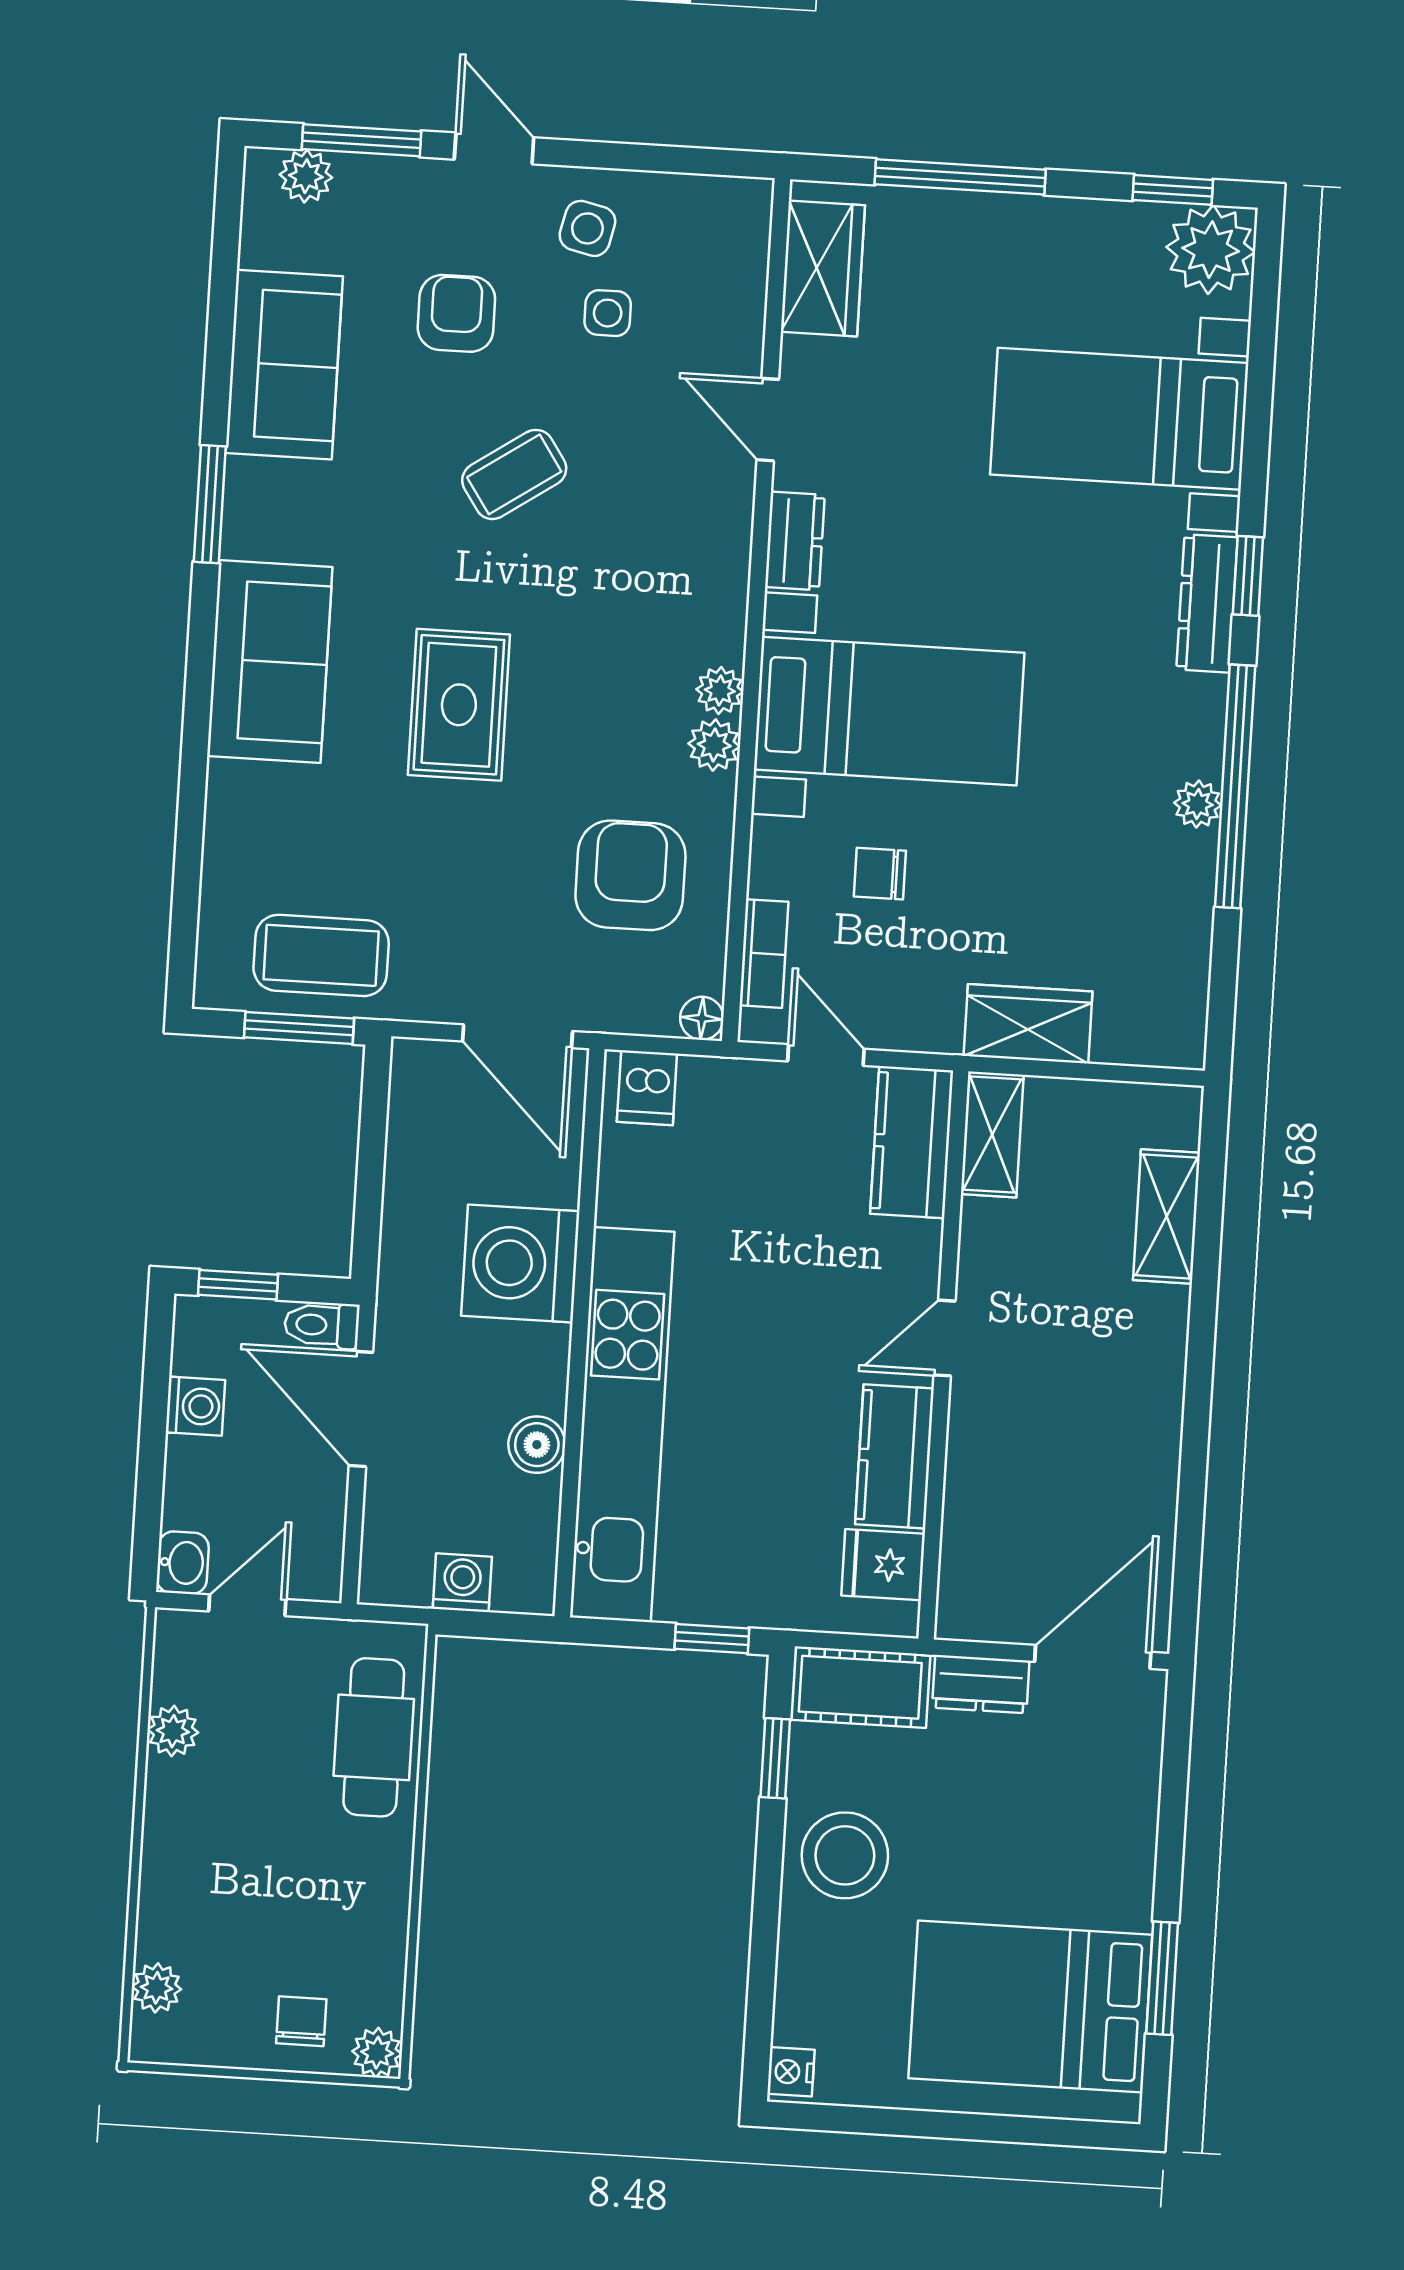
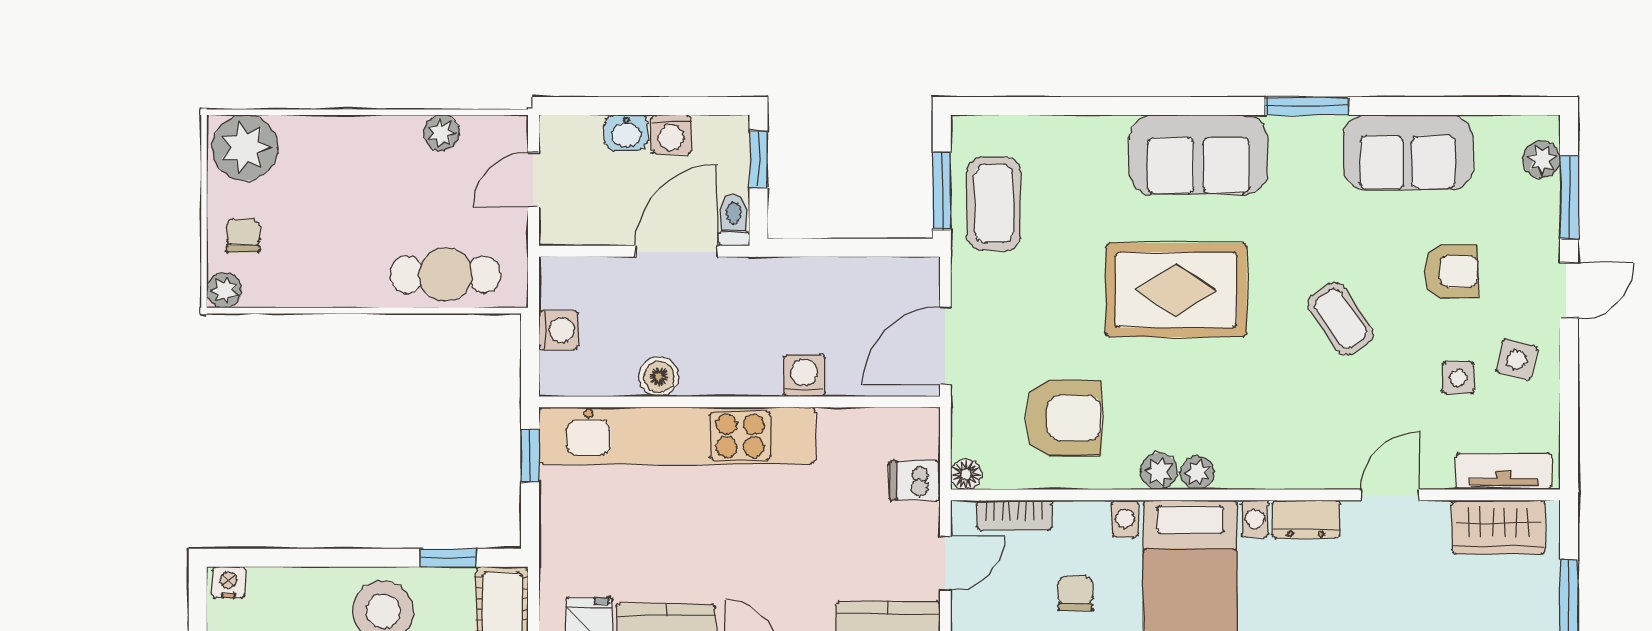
tv unit: (744, 257) -> (1504, 471), added
rug: (459, 705) -> (1176, 290), width x1.36, depth x1.43
dishwasher: (647, 1088) -> (915, 481), moved
washing machine: (520, 1263) -> (804, 376), width x0.53, depth x0.53
washbasin: (183, 1563) -> (626, 132), moved
door: (247, 1605) -> (533, 180), swing flipped
window: (712, 1639) -> (530, 456), moved
plant: (157, 1988) -> (245, 148), width x1.88, depth x1.88
chair: (301, 2021) -> (243, 236), turned -90

